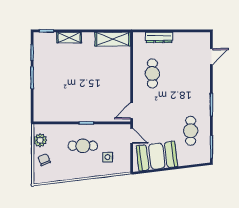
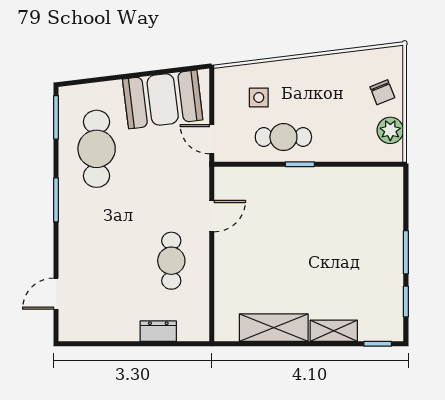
dresser: (159, 37) -> (158, 331), width x0.70
shelving: (113, 39) -> (274, 328), moved
door: (132, 111) -> (212, 216), moved
cafe table: (191, 131) -> (97, 149), width x1.37, depth x1.35
cafe table: (83, 146) -> (283, 137), moved

